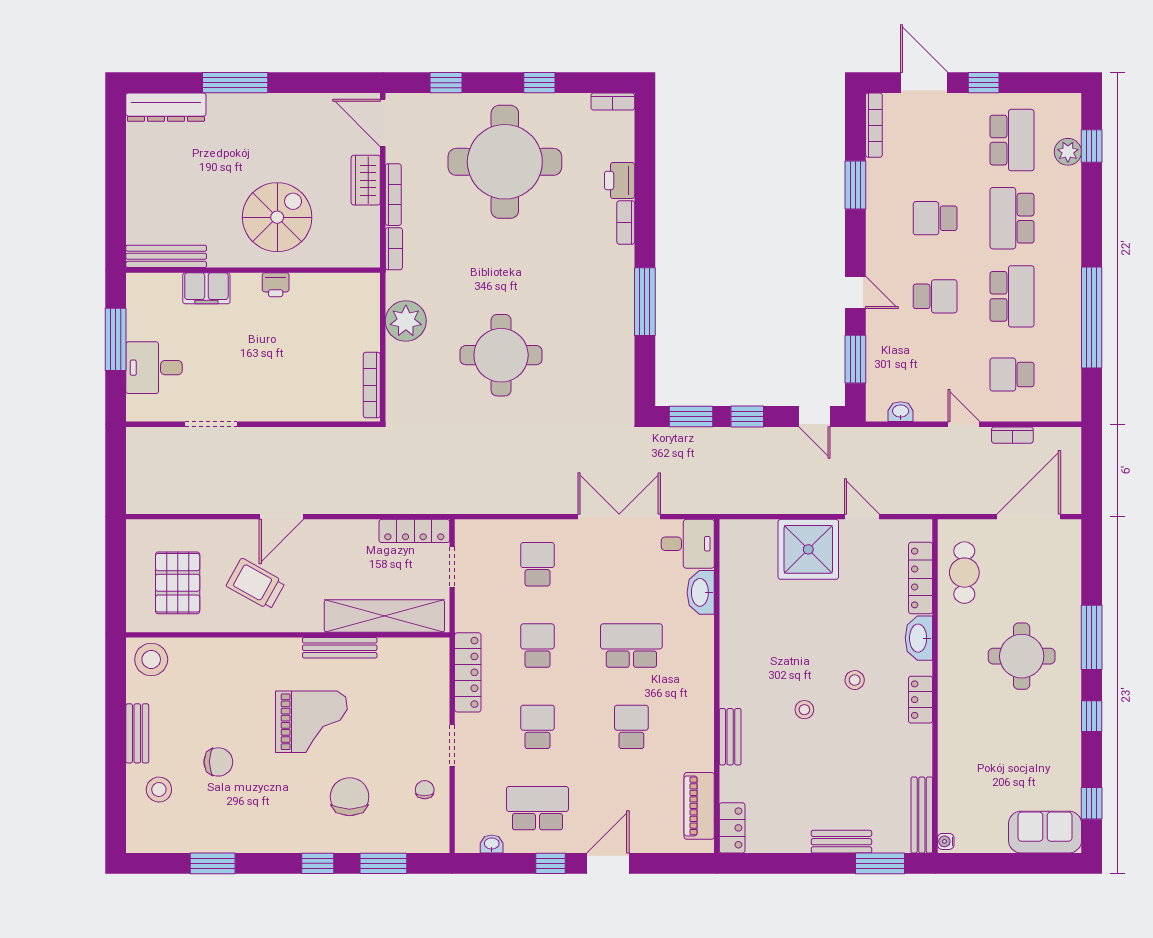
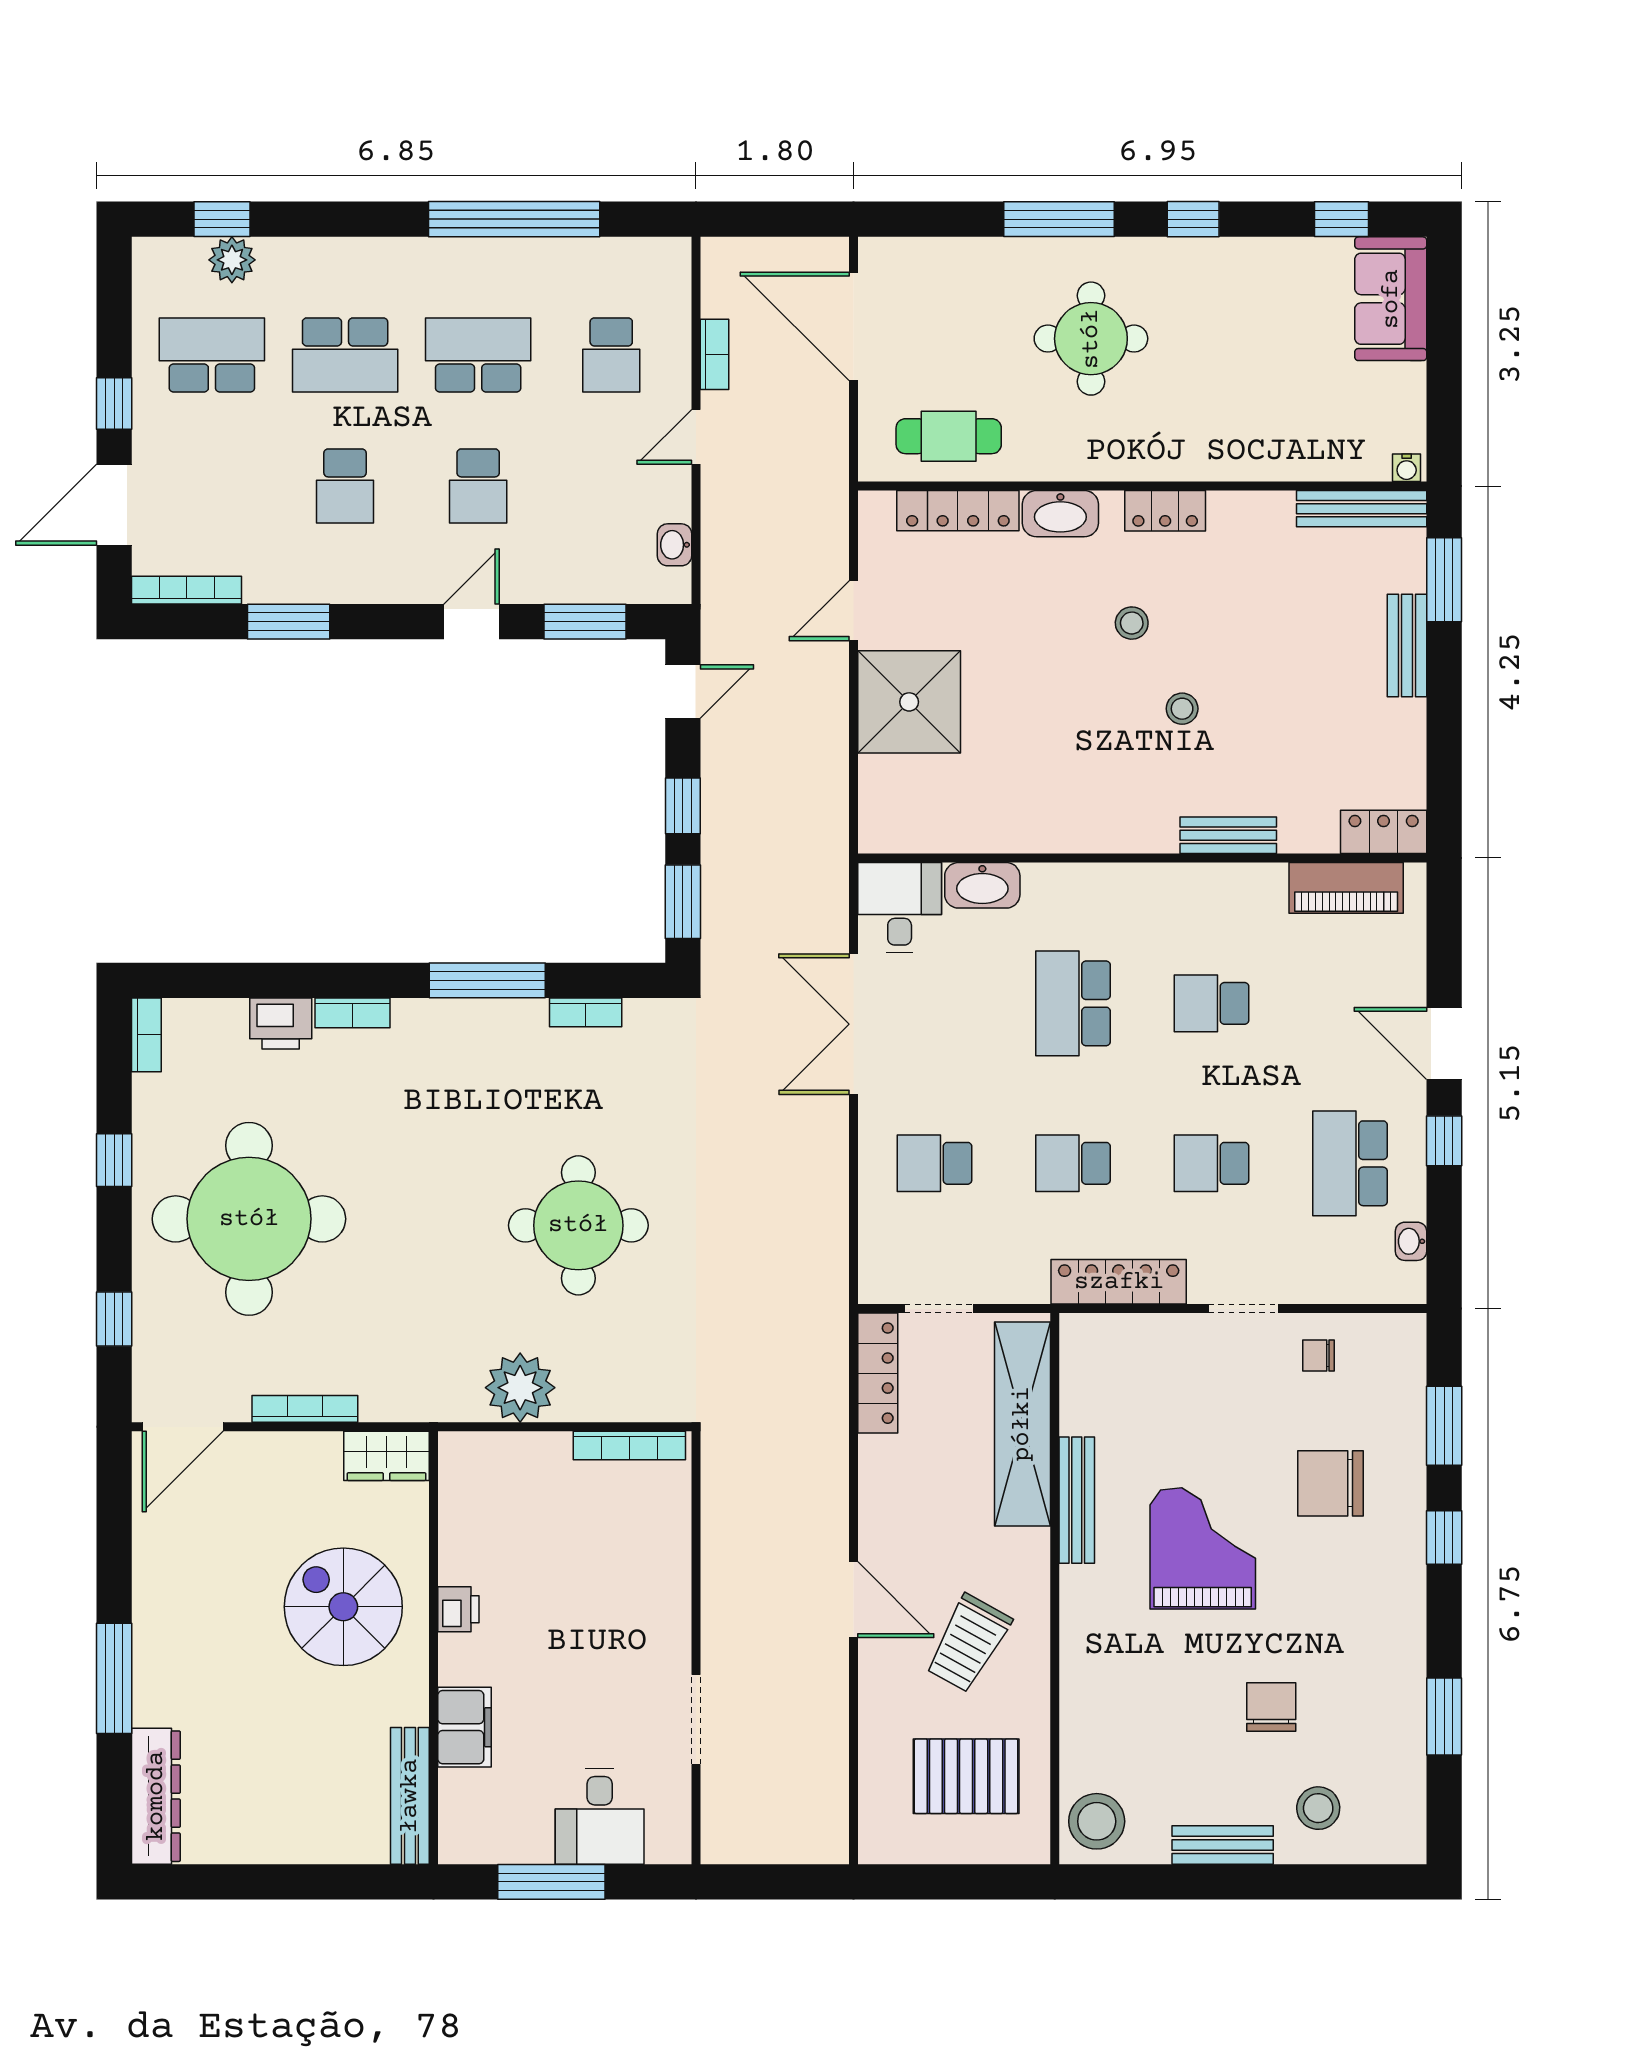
wardrobe: (366, 180) -> (386, 1456), moved
bookcase: (394, 249) -> (586, 1012), moved, turned 180
school desk: (935, 296) -> (478, 486), turned 180

